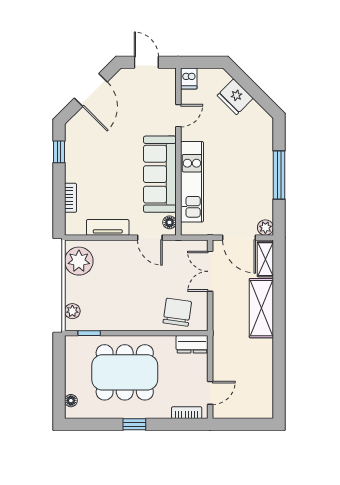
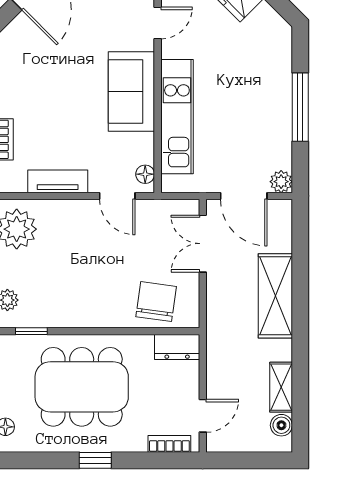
sofa: (160, 174) -> (131, 92), width x0.73
shelving: (265, 259) -> (281, 387), moved
boiler: (266, 399) -> (281, 425), added

